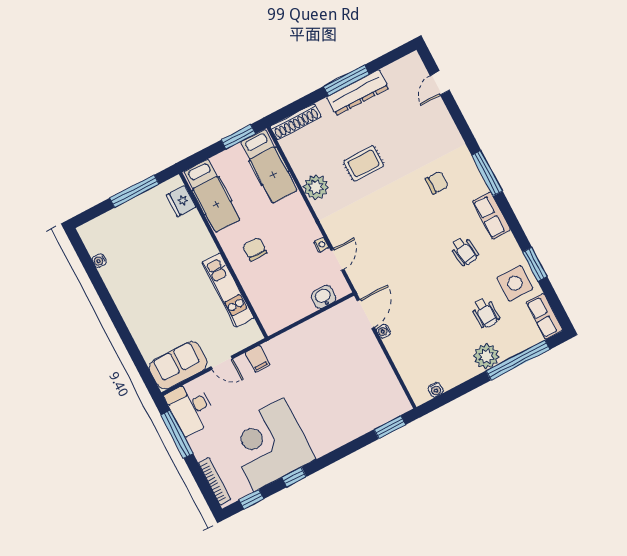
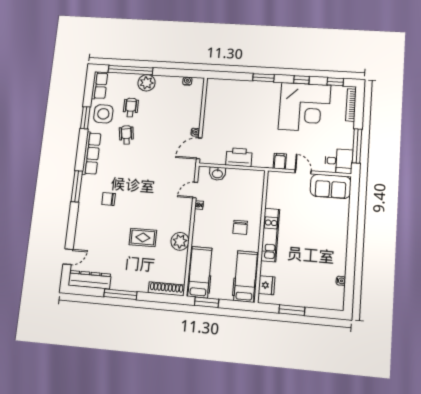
dresser: (358, 93) -> (90, 280), moved
window: (134, 191) -> (292, 310), width x0.69
row of seats: (491, 216) -> (91, 153), width x1.48
wheelchair: (464, 251) -> (126, 135), moved
kitchen unit: (228, 290) -> (270, 235), moved
printer: (310, 333) -> (239, 157), added
desk: (190, 408) -> (339, 161), width x0.73
window: (390, 427) -> (263, 78), moved

